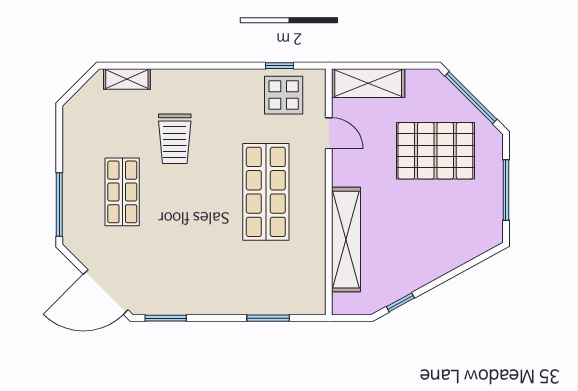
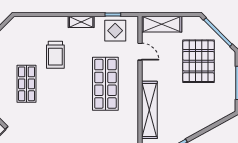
shelving: (127, 79) -> (81, 22), moved
pallet: (435, 151) -> (199, 61), turned 90

